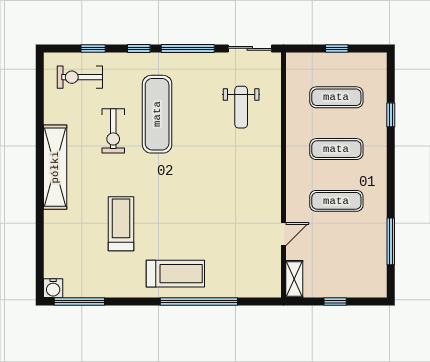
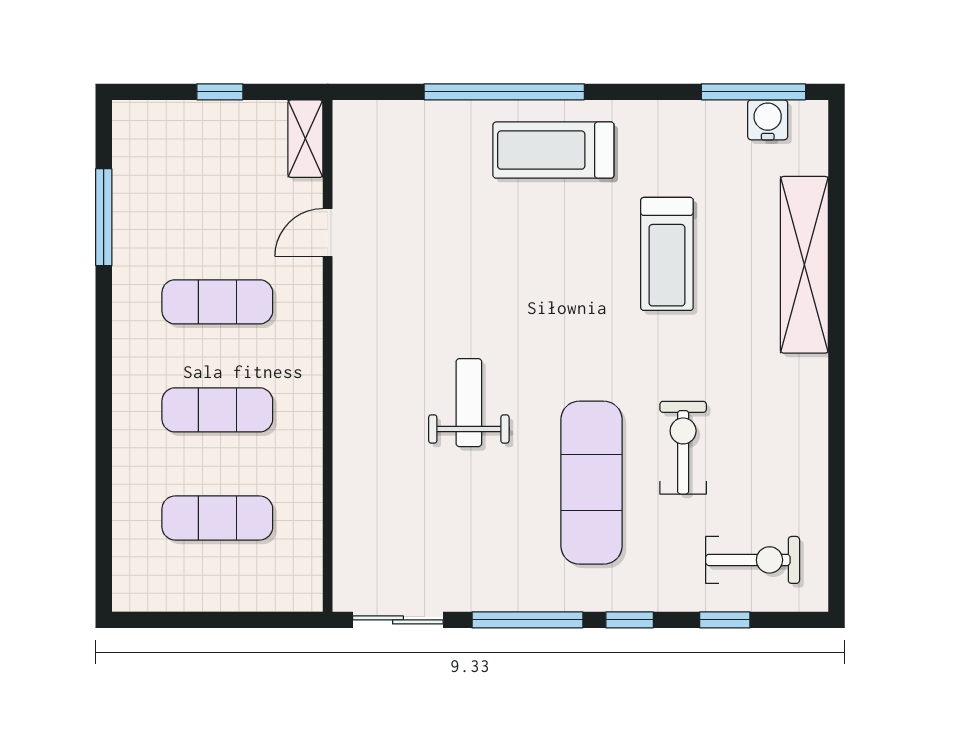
window: (337, 48) -> (217, 620), removed
weight bench: (241, 107) -> (469, 403), moved
window: (391, 115) -> (104, 481), removed
shelving: (55, 167) -> (804, 265), moved
water cooler: (53, 288) -> (768, 120), moved

